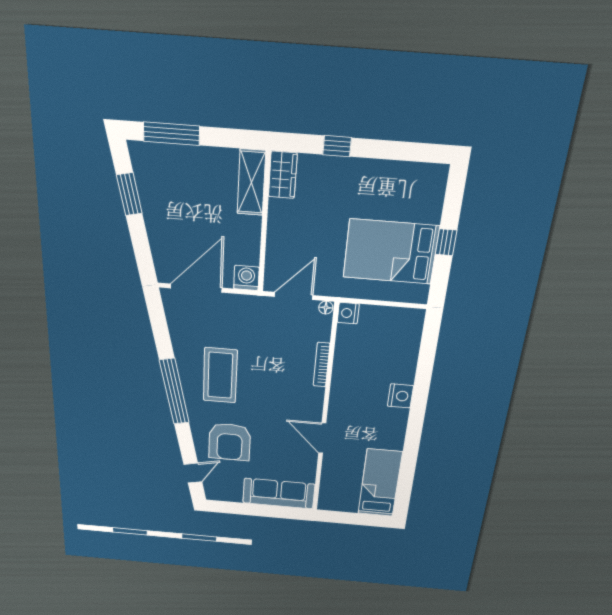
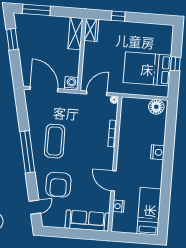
door: (196, 288) -> (44, 89), hinge flipped
nightstand: (348, 313) -> (118, 206), moved
floor lamp: (403, 321) -> (156, 107), added

